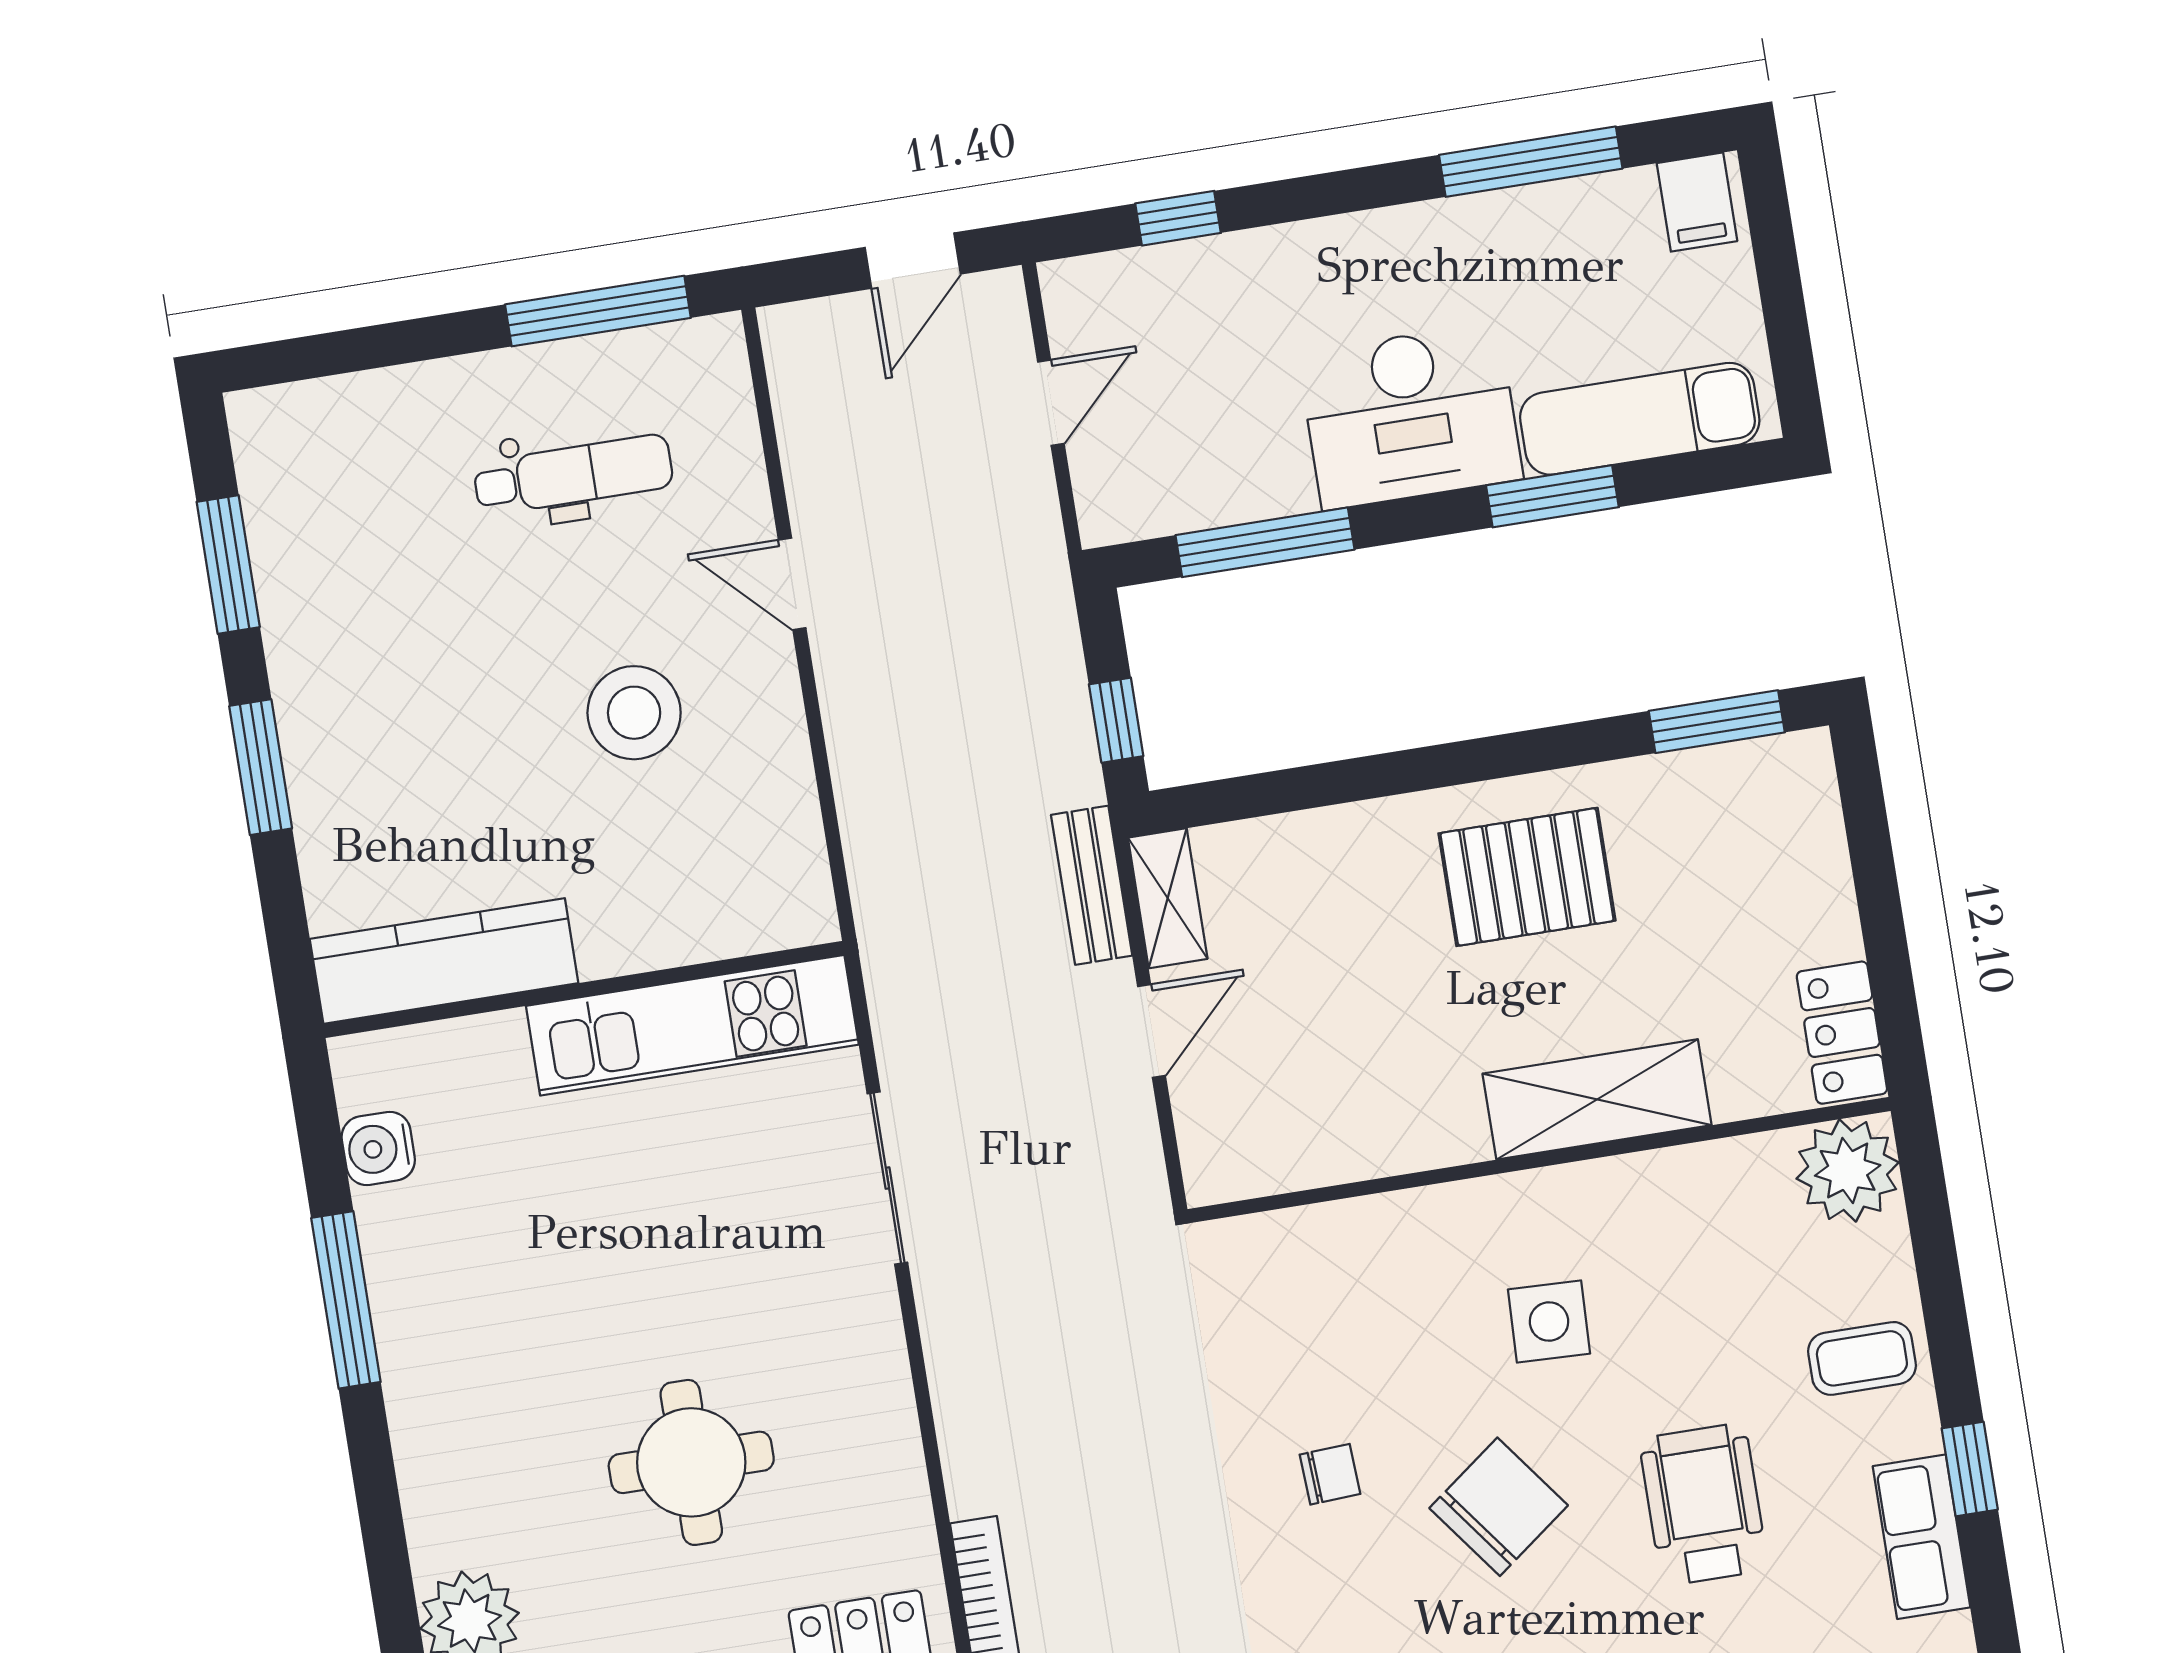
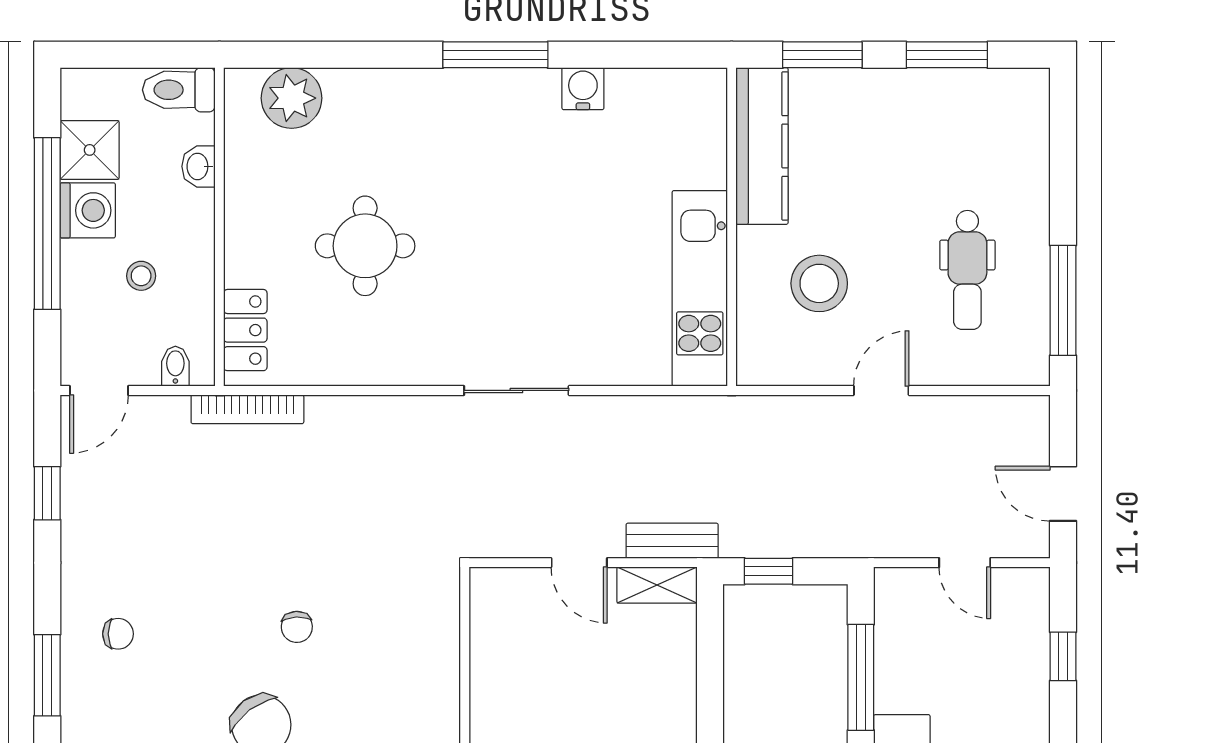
kitchen counter: (444, 961) -> (762, 146), moved
wall: (584, 989) -> (732, 227), moved
kitchen unit: (692, 1025) -> (700, 288), moved

